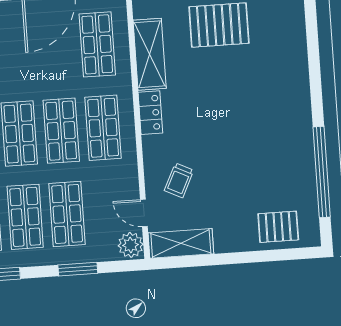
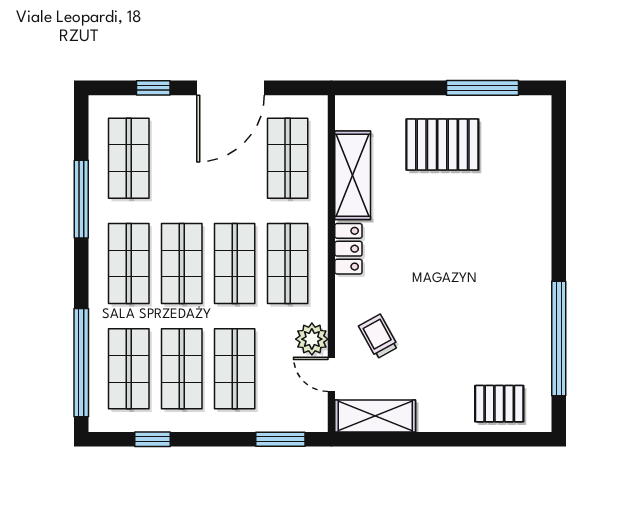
trolley: (179, 180) -> (378, 336), turned 125
plant: (131, 245) -> (312, 339), moved
window: (78, 269) -> (280, 439), moved

